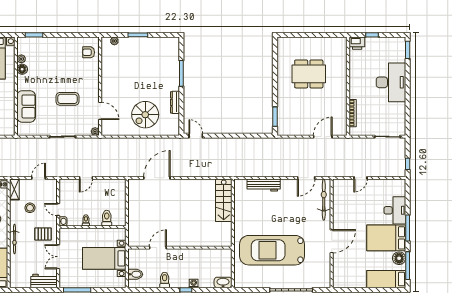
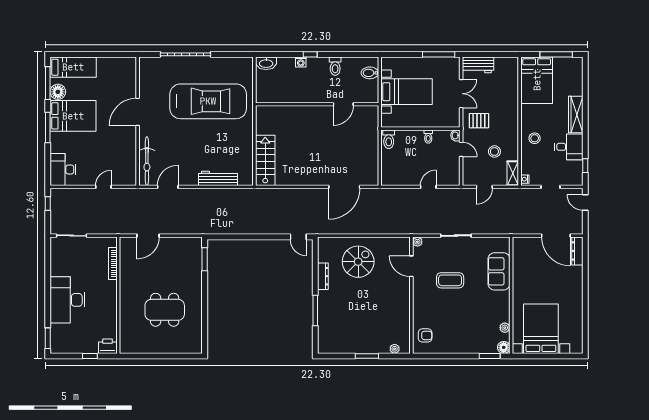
floor lamp: (22, 69) -> (504, 347), moved
desk: (395, 210) -> (63, 170), moved
toilet: (107, 218) -> (389, 139), moved
bicycle: (14, 239) -> (513, 115), removed

